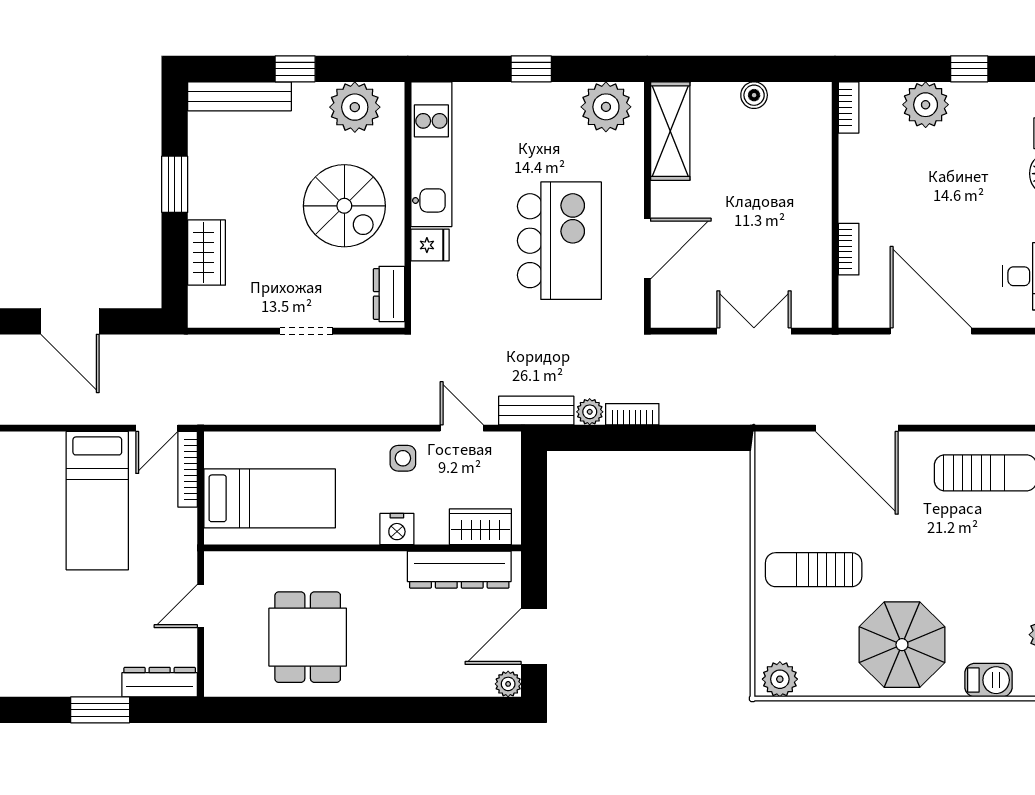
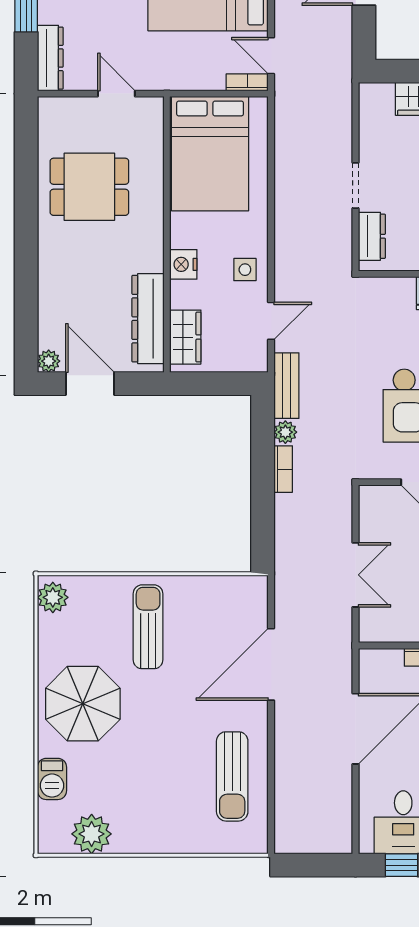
dresser: (389, 294) -> (372, 236), moved, turned 90
bookcase: (188, 469) -> (247, 82), width x0.64
bed: (270, 498) -> (210, 154), width x1.50

